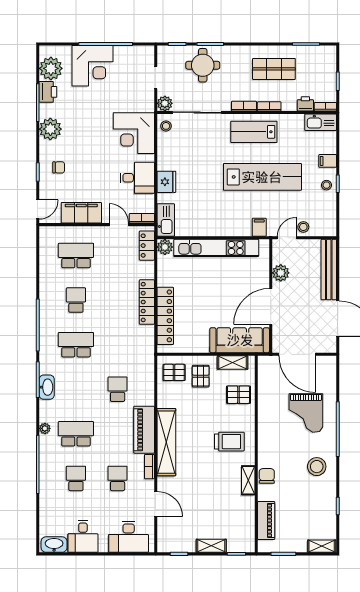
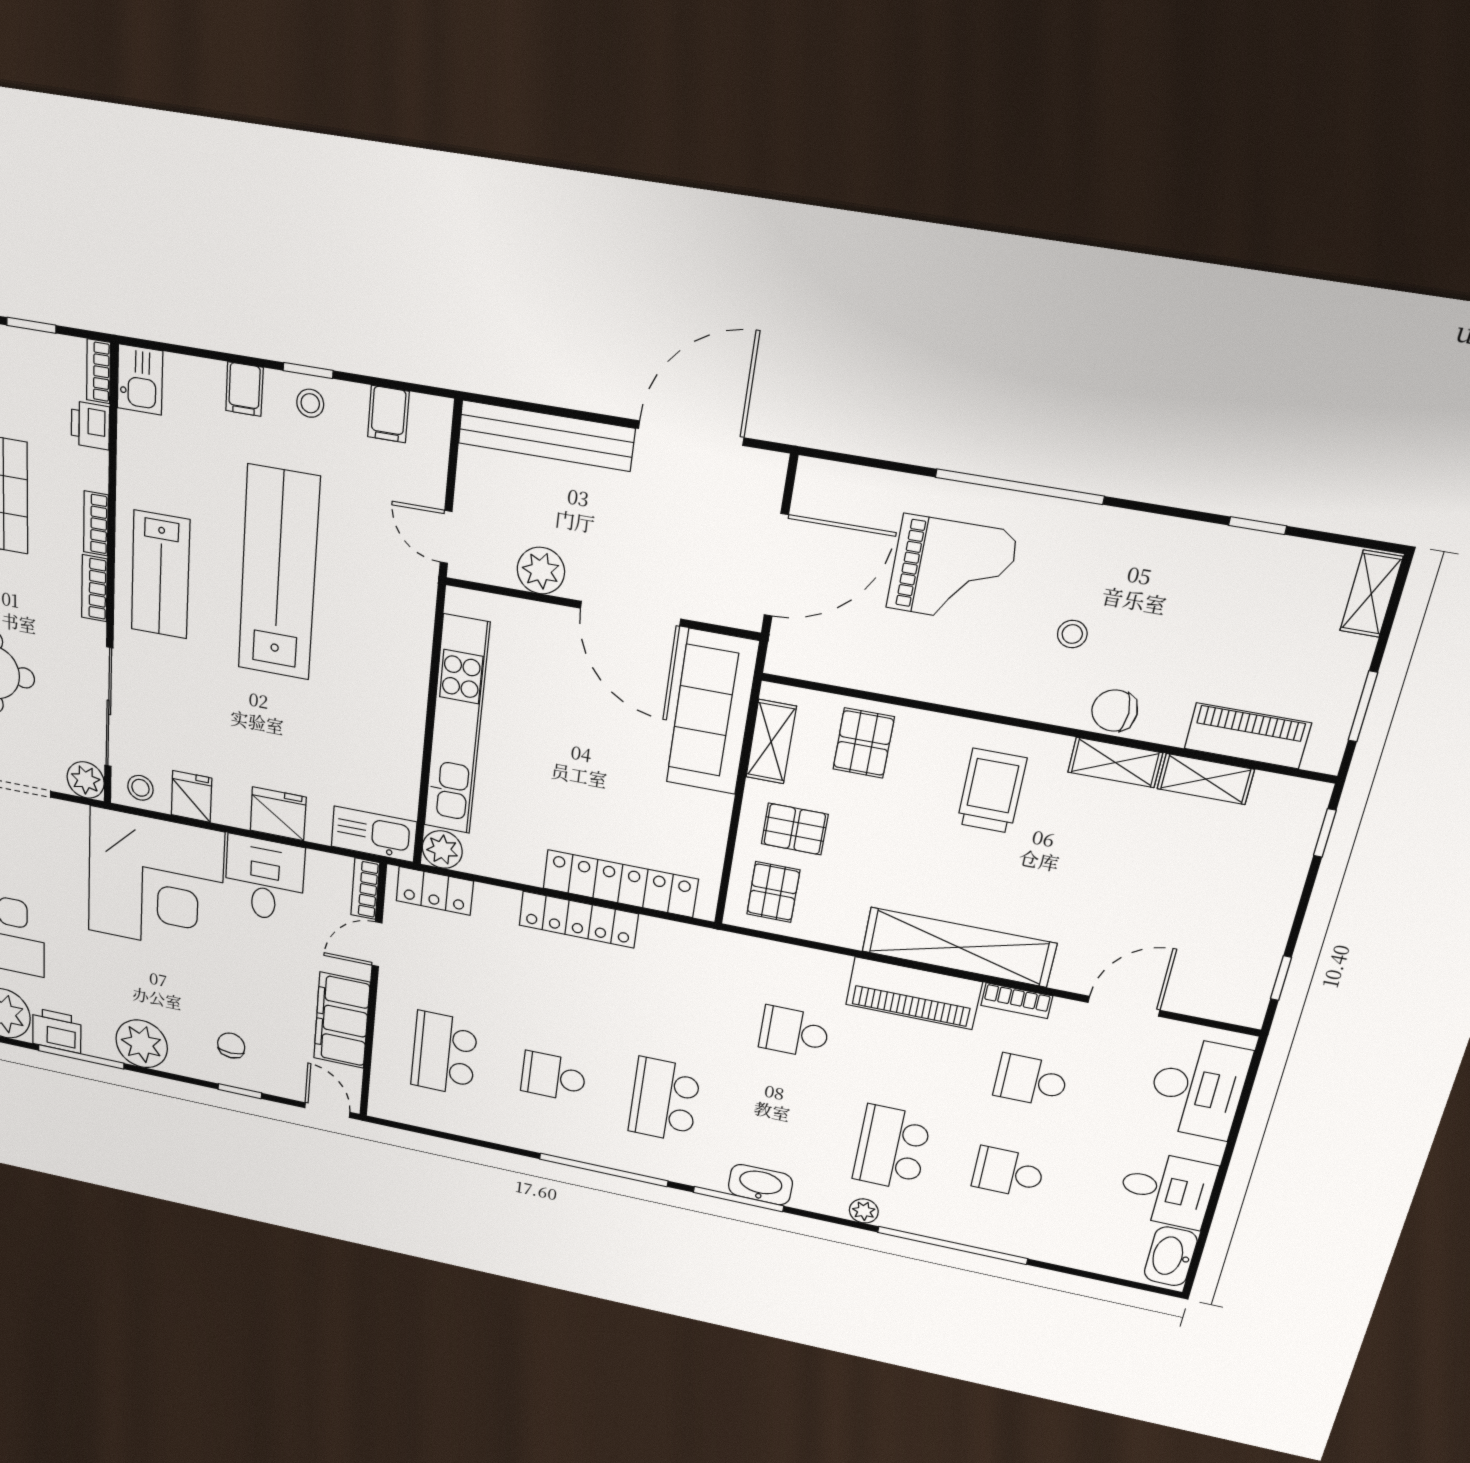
kitchen sink: (321, 122) -> (140, 380), width x0.73
corner desk: (134, 133) -> (156, 882), width x1.36, depth x1.36
fridge: (167, 147) -> (191, 796), added
filing cabinet: (259, 227) -> (388, 414), moved, turned -90
stool: (303, 227) -> (420, 487), removed
stool: (317, 467) -> (1072, 634), moved, width x0.53, depth x0.53
shelving: (211, 546) -> (1206, 779), moved, turned 90

